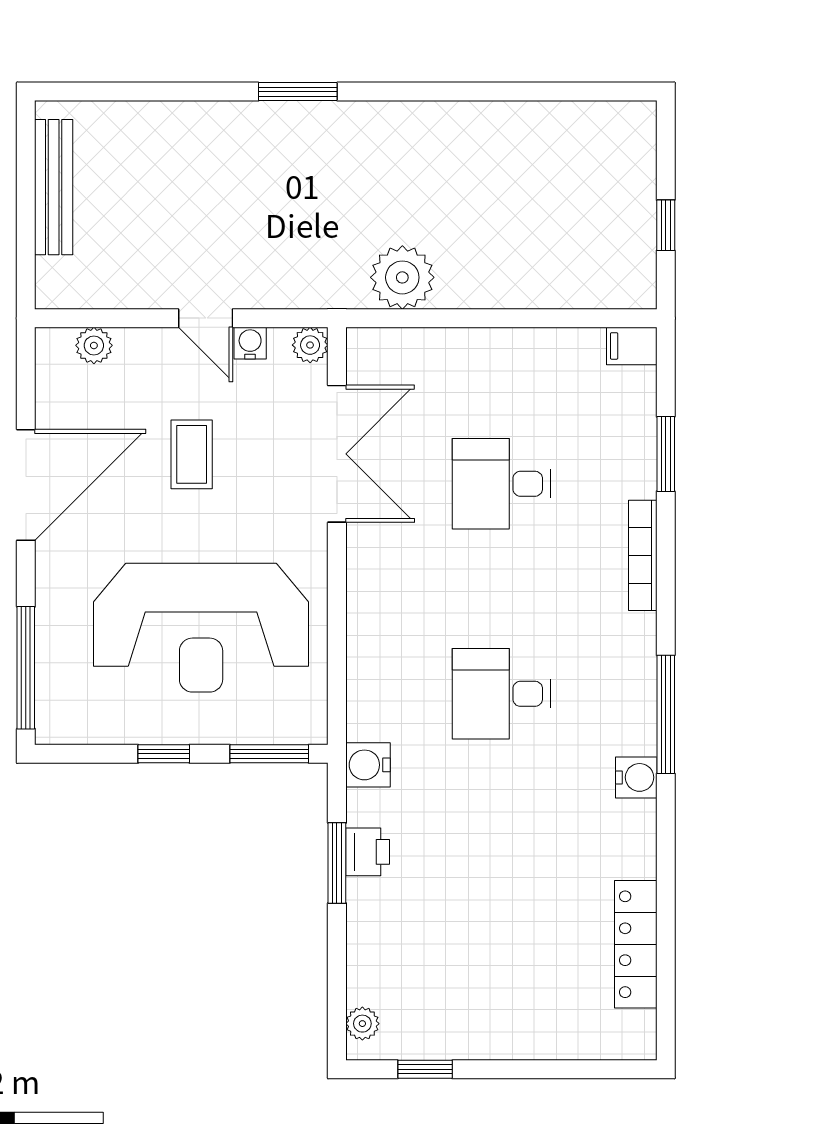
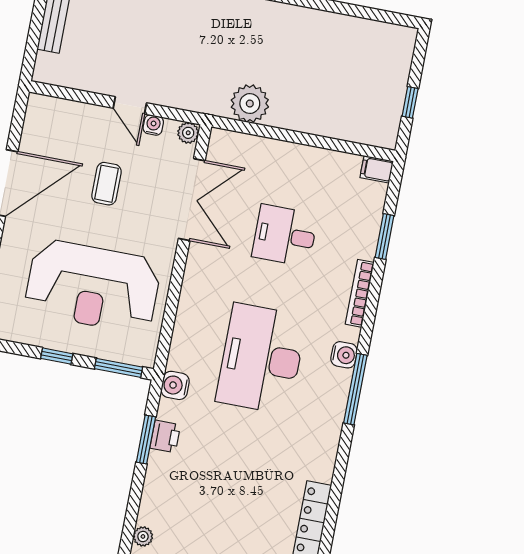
plant: (94, 345) -> (61, 109), removed
desk: (501, 694) -> (261, 359), width x1.87, depth x1.30
water cooler: (636, 777) -> (344, 355), moved

